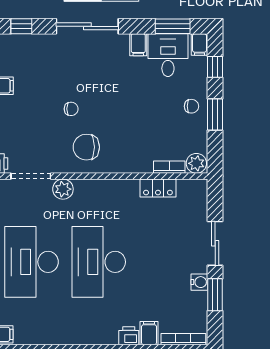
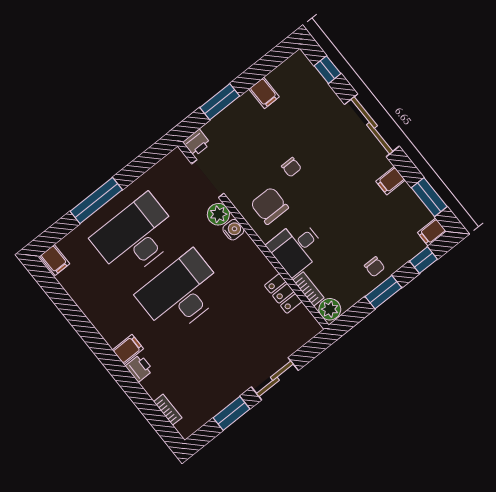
desk: (168, 55) -> (296, 248), moved, turned 180
water cooler: (199, 282) -> (233, 230), moved, turned -90
filing cabinet: (149, 333) -> (128, 349), moved
bookcase: (183, 339) -> (168, 410), width x0.64

